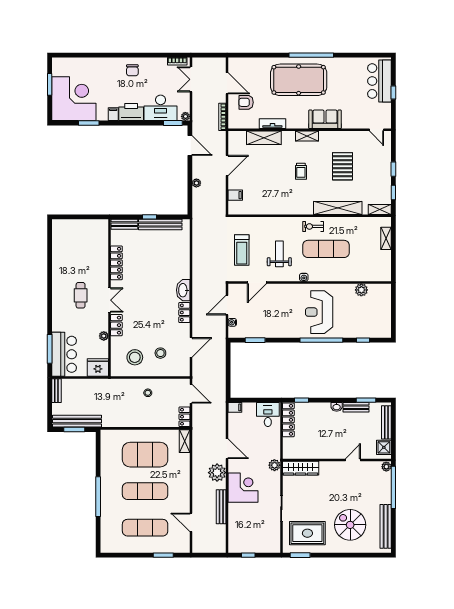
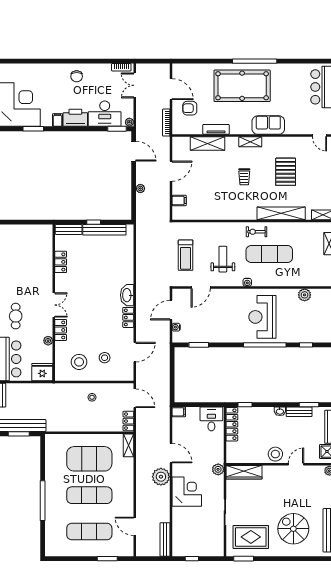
locker: (116, 263) -> (61, 262), width x0.66
cafe table: (81, 295) -> (16, 316), moved
stool: (332, 450) -> (275, 454), added
bench: (221, 507) -> (165, 540), moved

